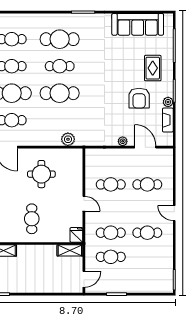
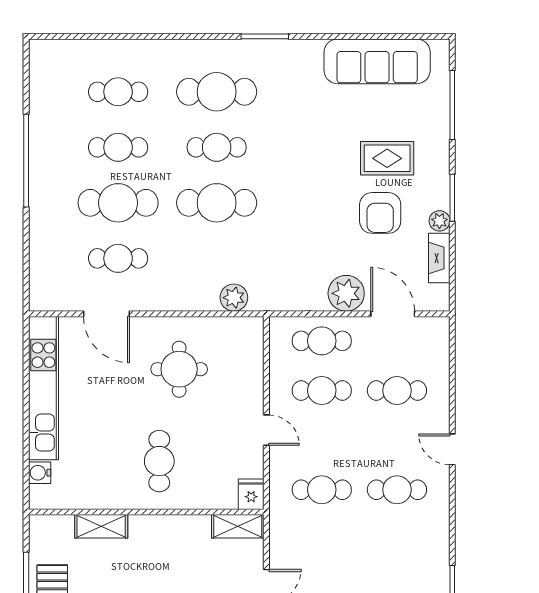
rug: (153, 68) -> (387, 158), moved, turned 90
plant: (123, 141) -> (346, 293), width x1.88, depth x1.88
cafe table: (111, 257) -> (322, 341), moved

